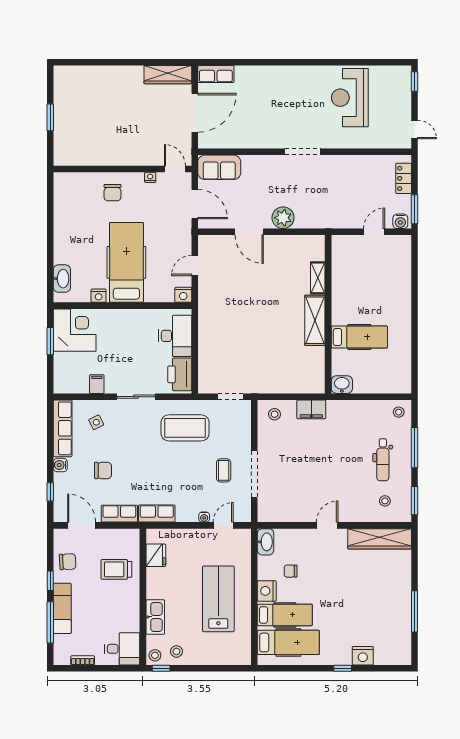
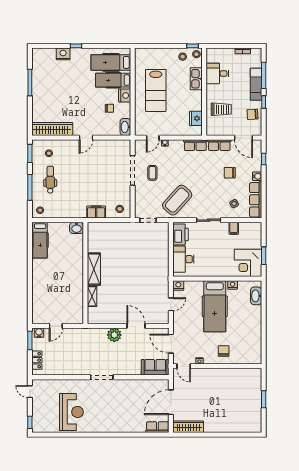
hospital bed: (359, 337) -> (40, 240), moved, turned -90
coffee table: (185, 428) -> (177, 200), turned -48
desk: (122, 649) -> (217, 73), moved

